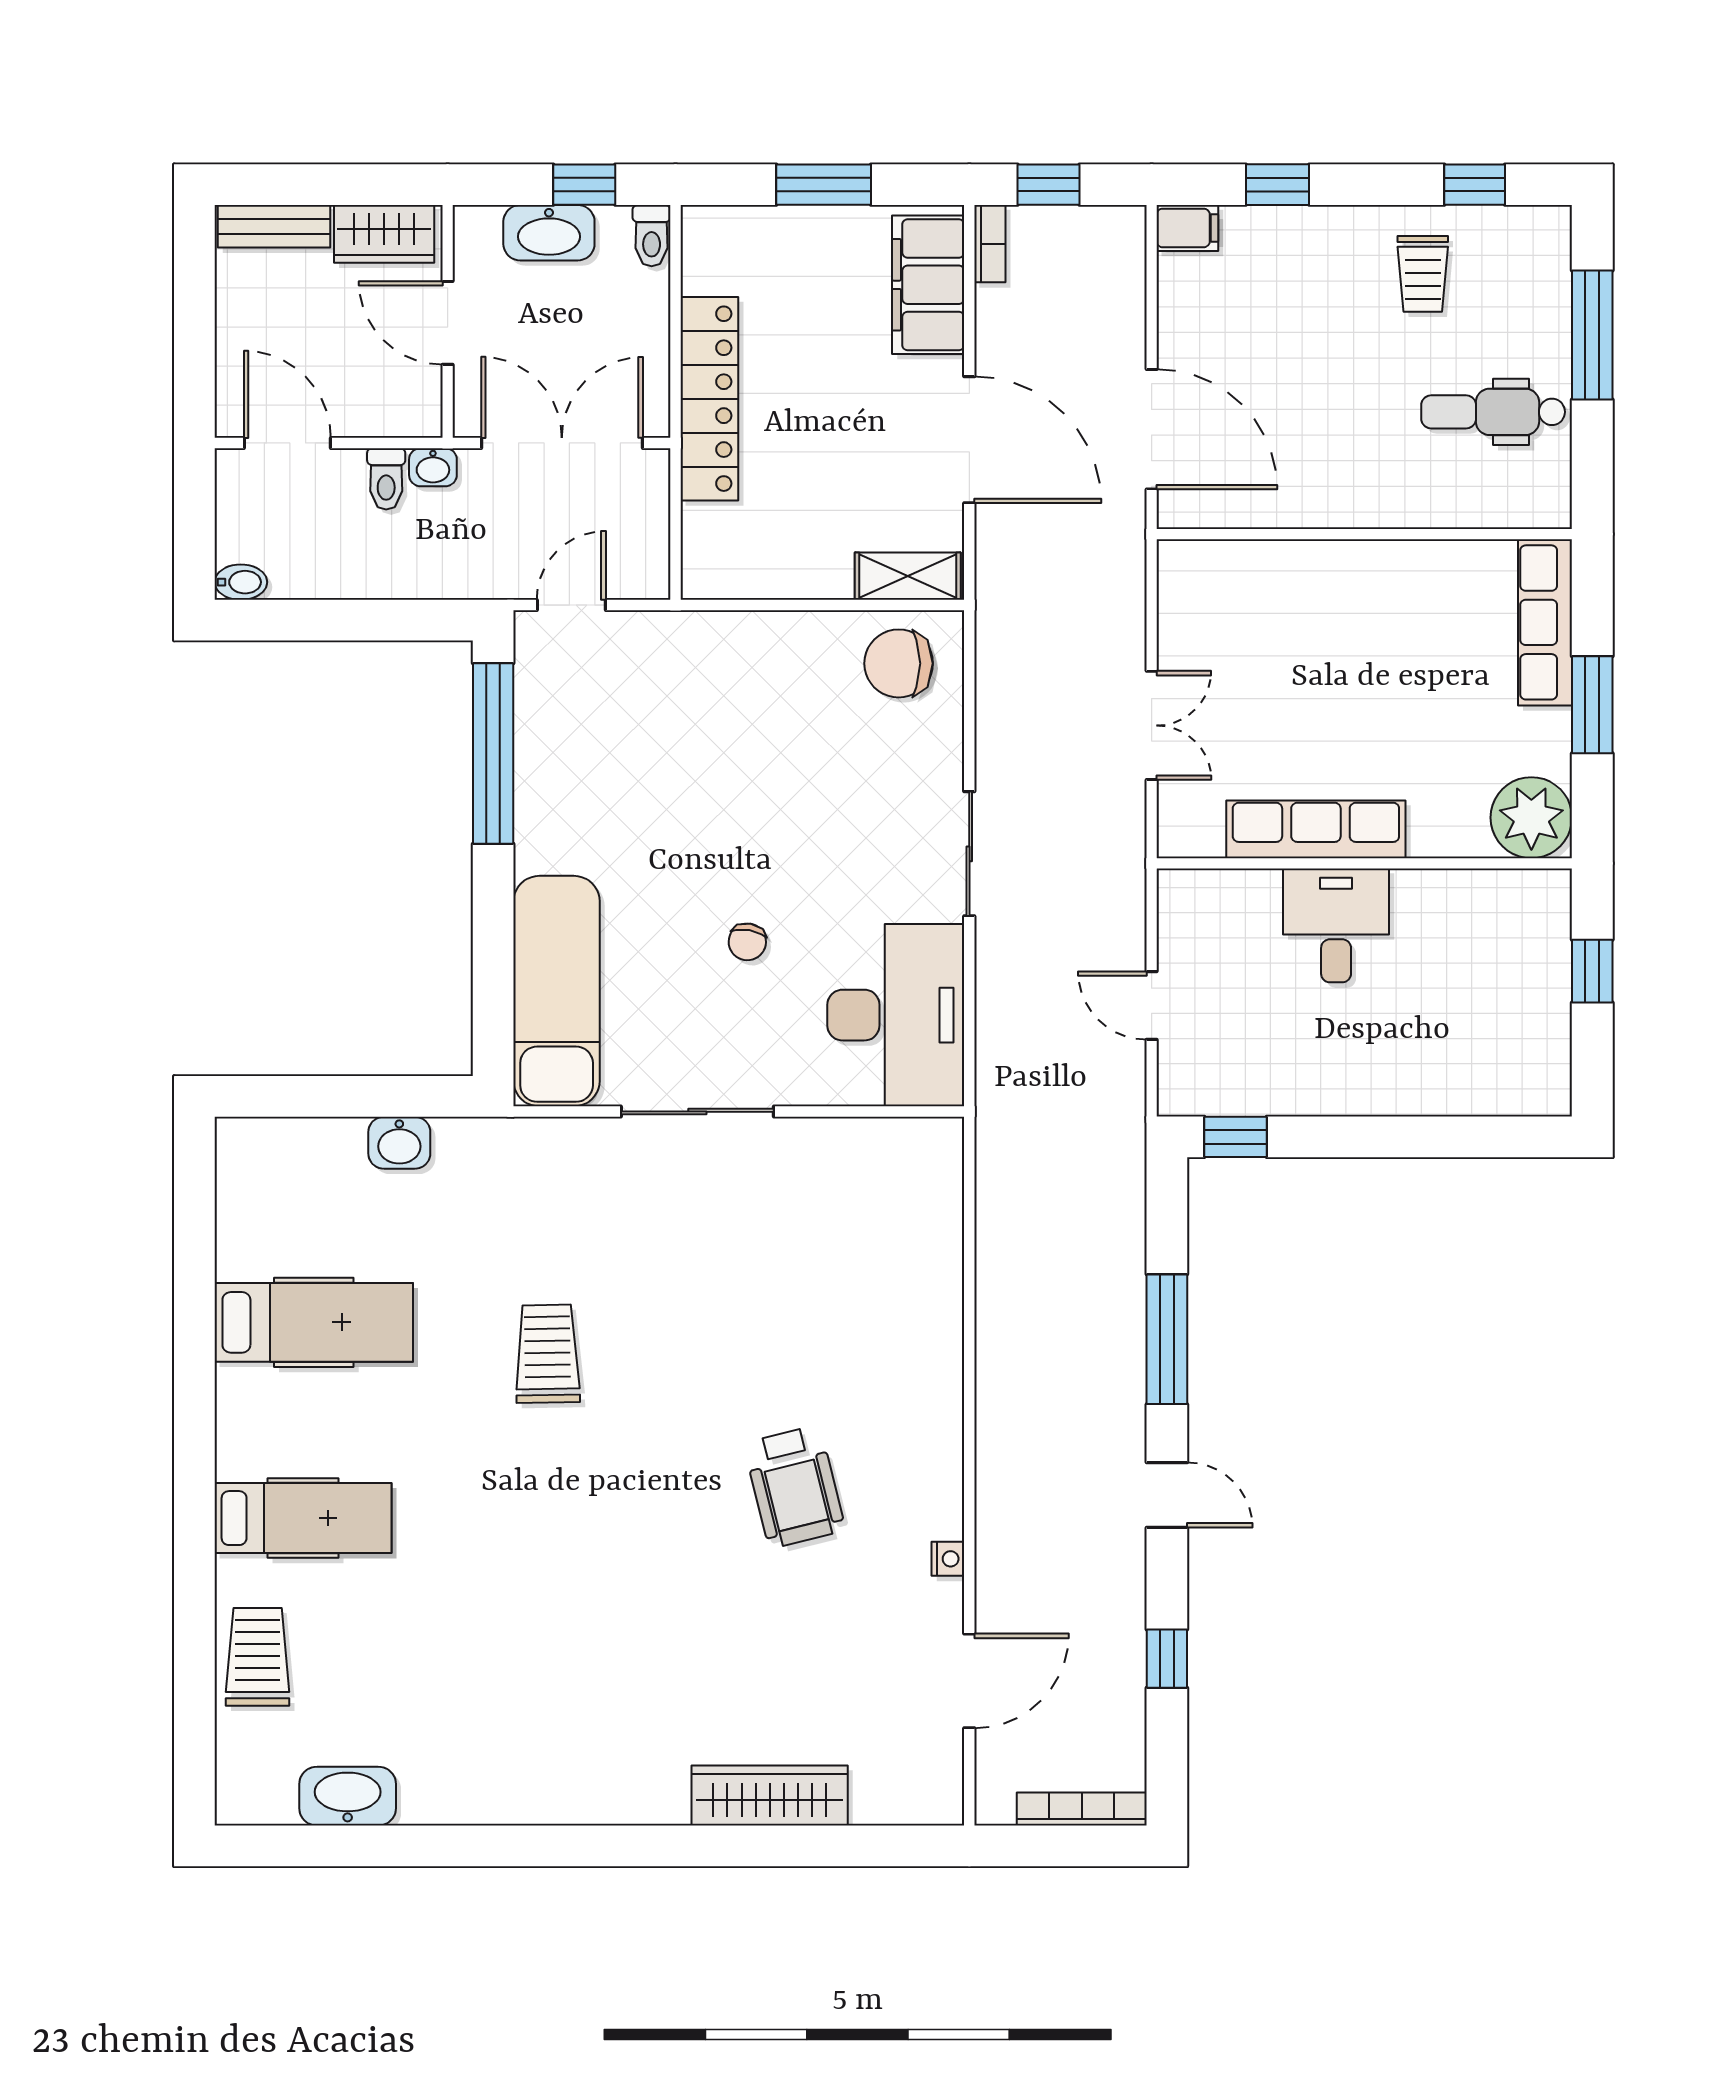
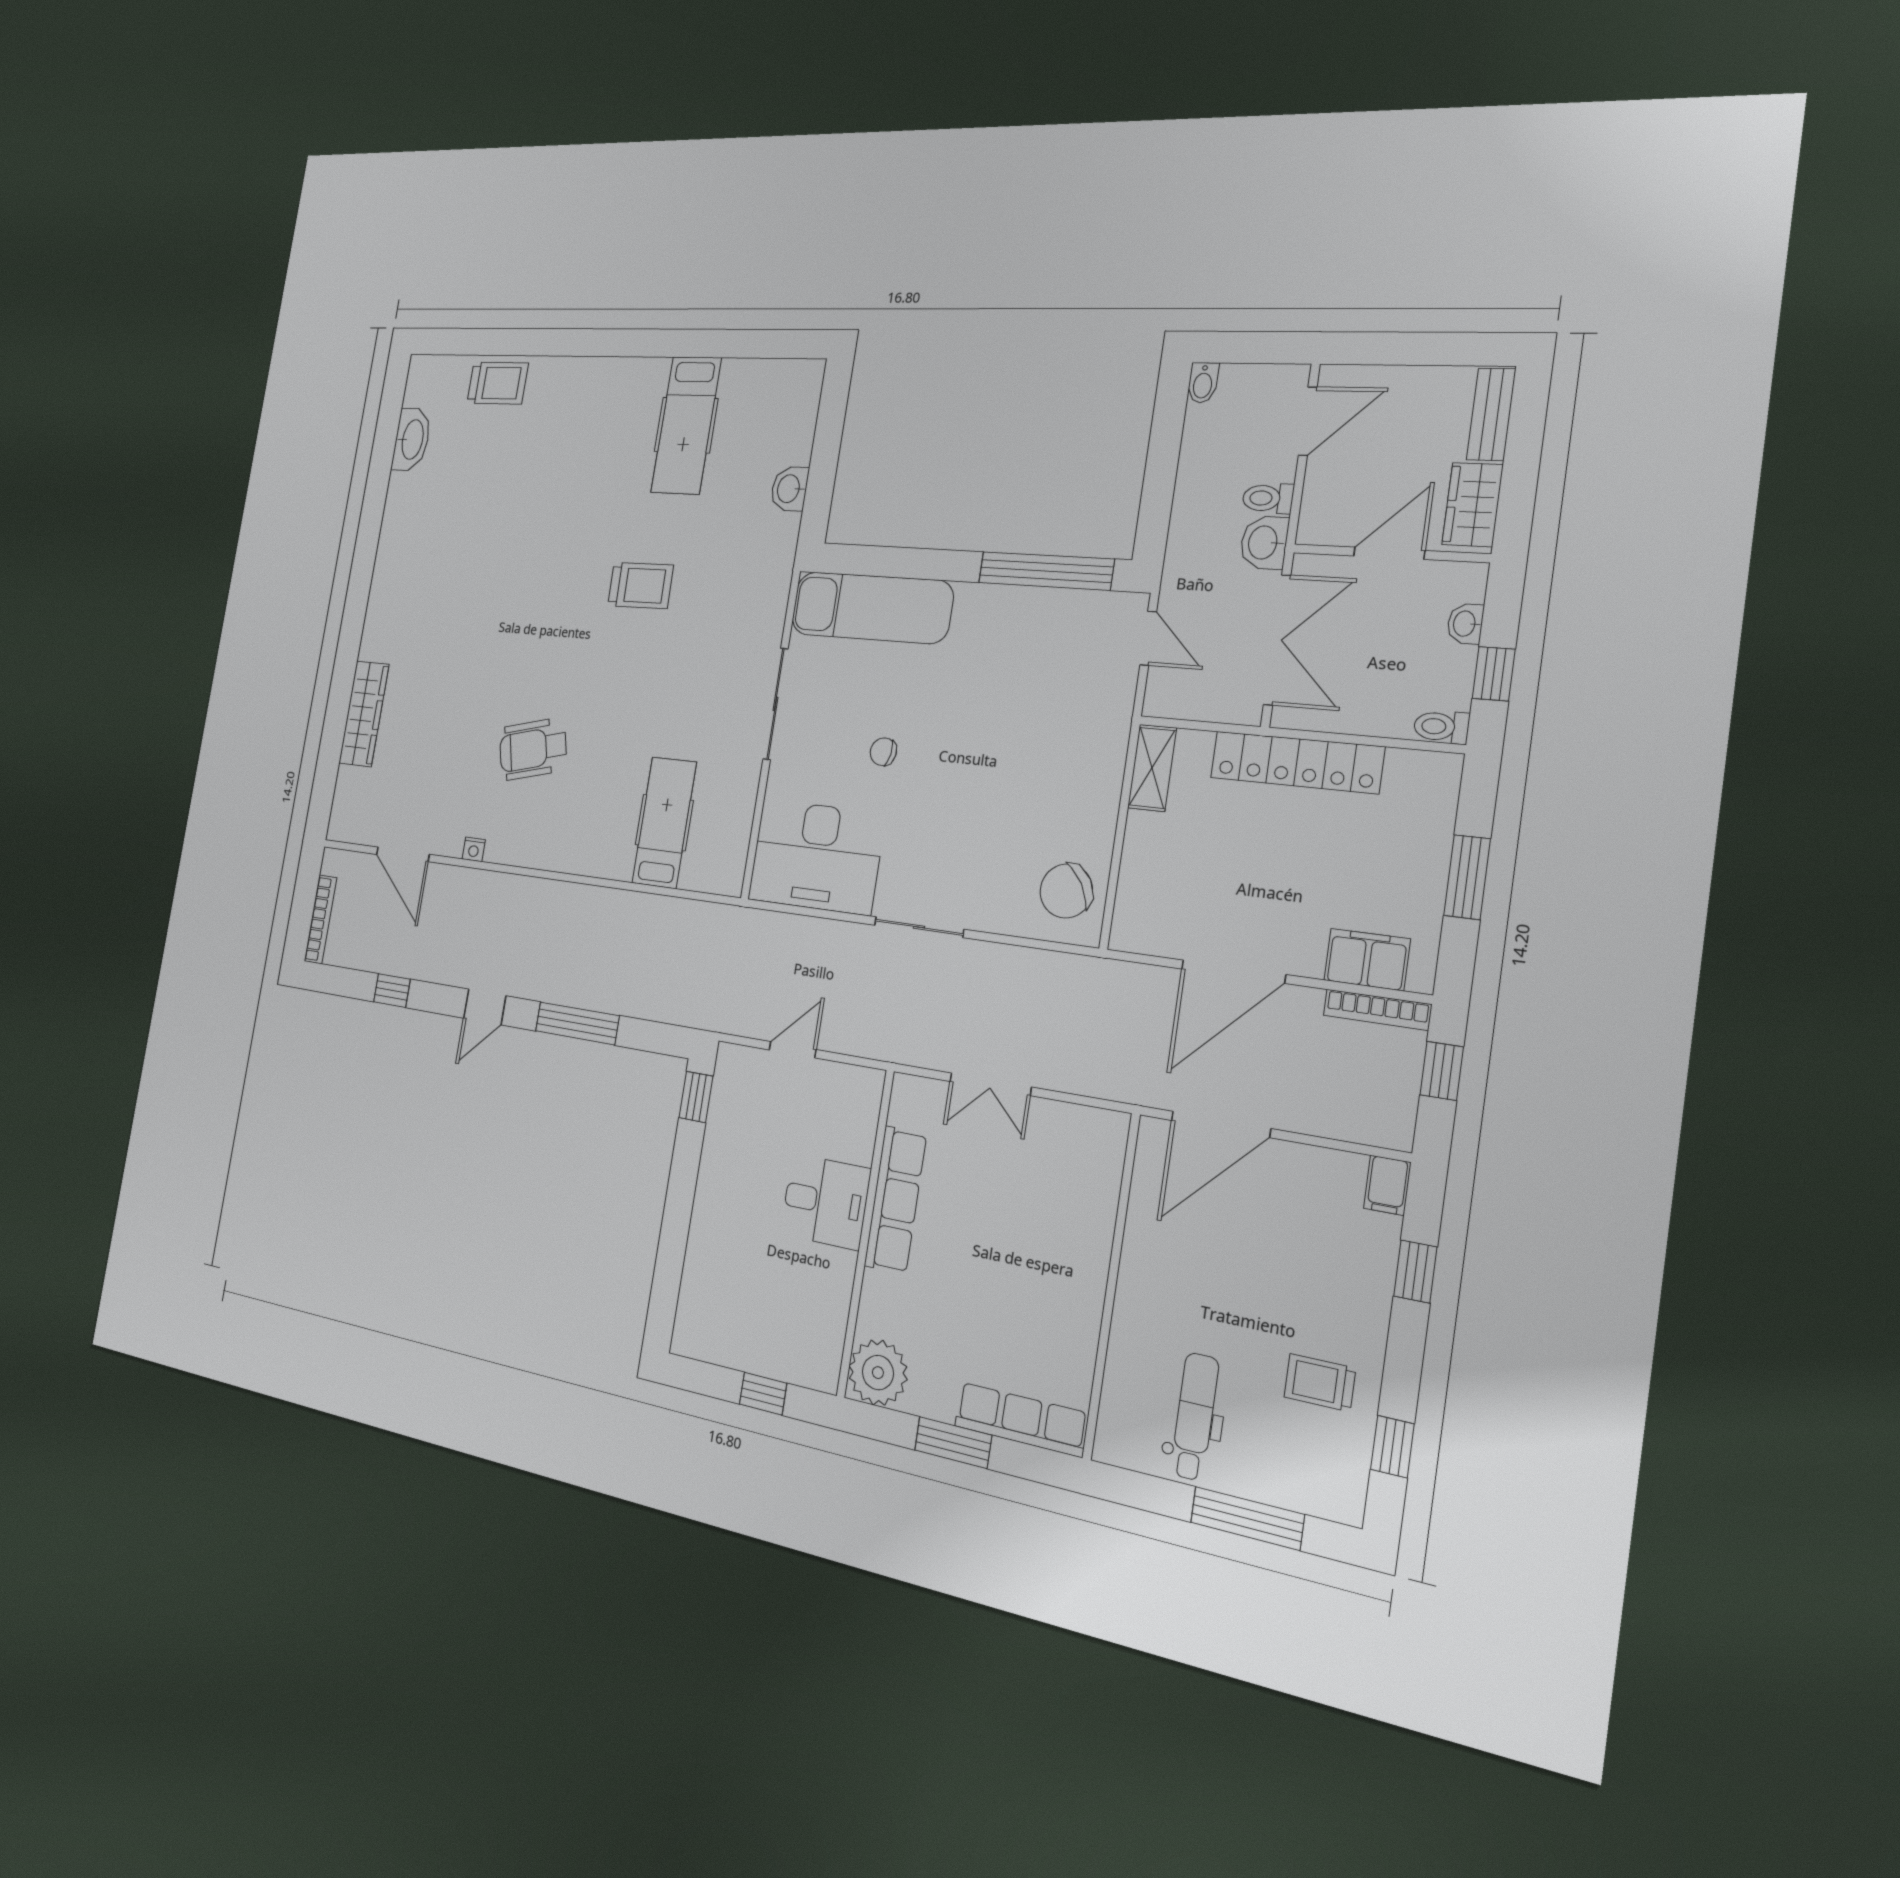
washbasin: (549, 233) -> (1465, 624), width x0.52, depth x0.69
bookcase: (990, 244) -> (1377, 1010), width x1.56
filing cabinet: (928, 285) -> (1367, 960), width x0.67, depth x0.86
washbasin: (433, 467) -> (1264, 543), width x1.38, depth x1.45
shelving: (908, 576) -> (1152, 768), moved
chair: (899, 663) -> (1066, 891), turned -122
hospital bed: (303, 1518) -> (664, 823), moved, turned 180

